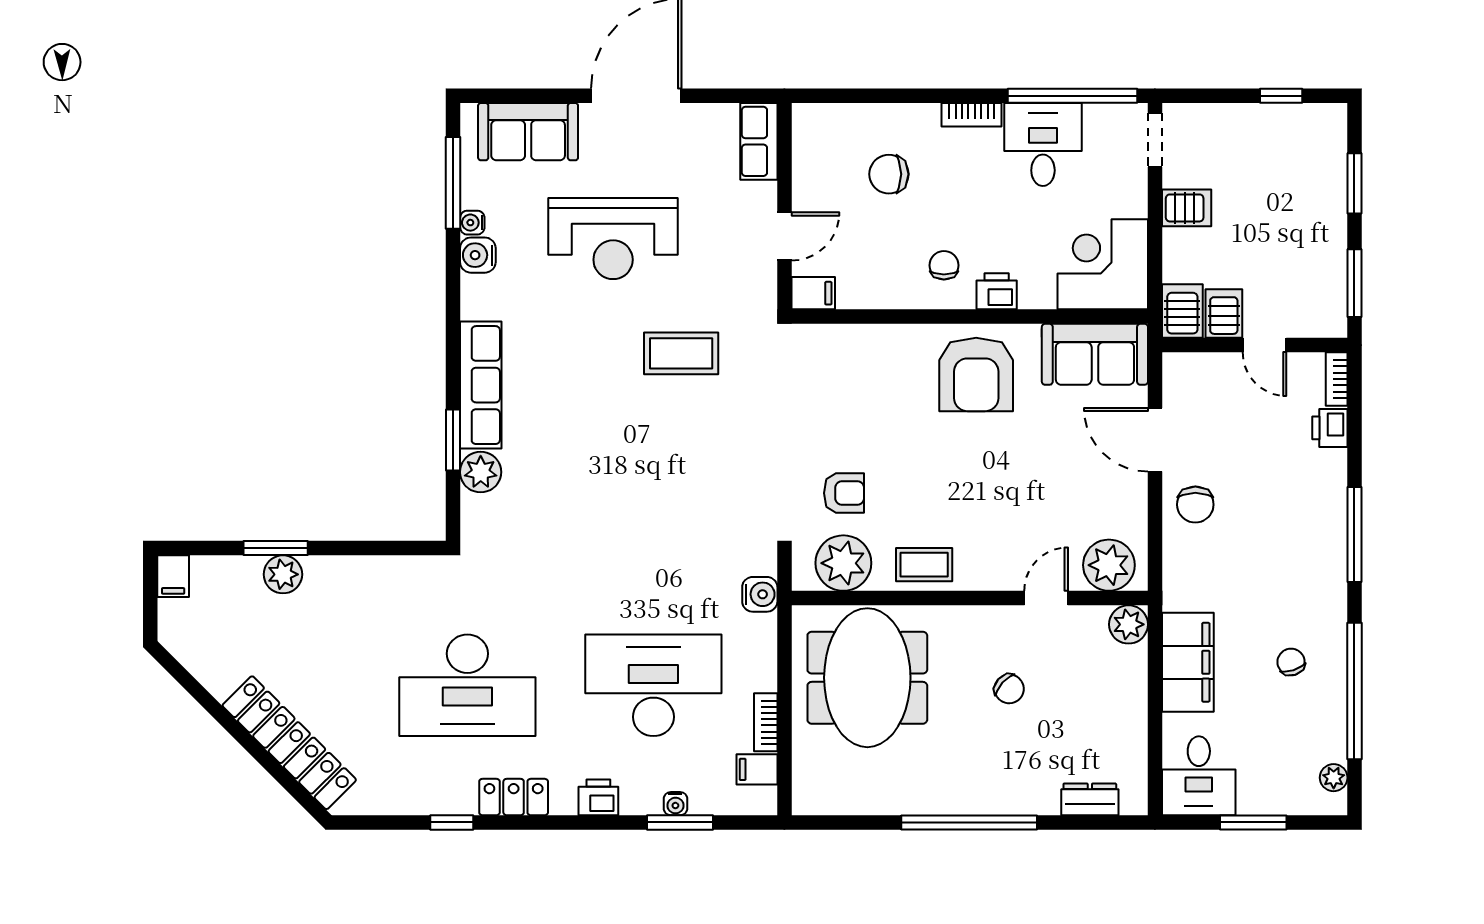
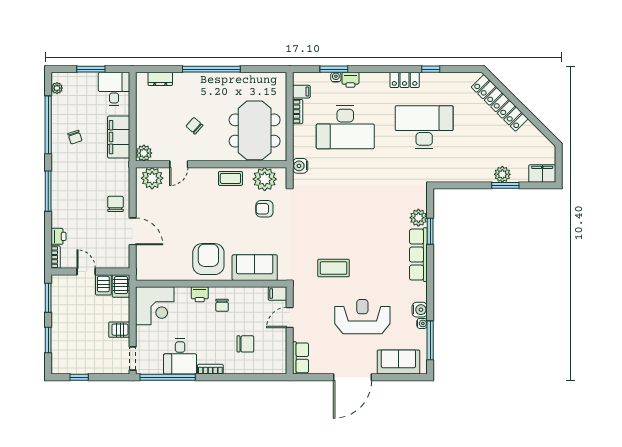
sofa: (1095, 354) -> (255, 268), moved
filing cabinet: (173, 576) -> (542, 173), width x2.00
printer: (598, 797) -> (350, 80), moved

